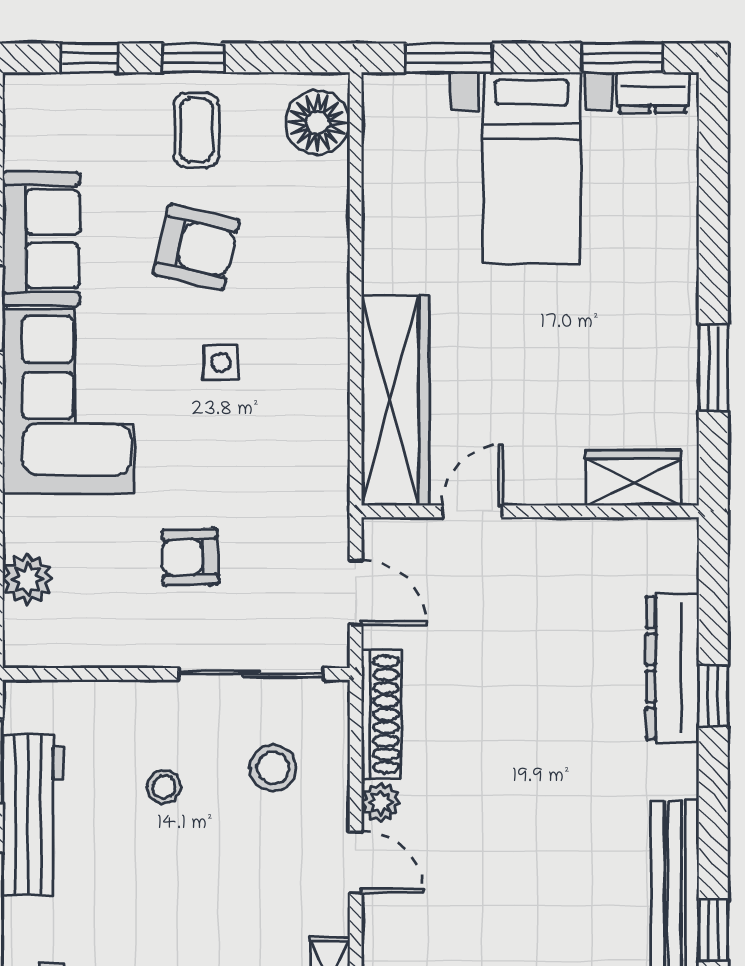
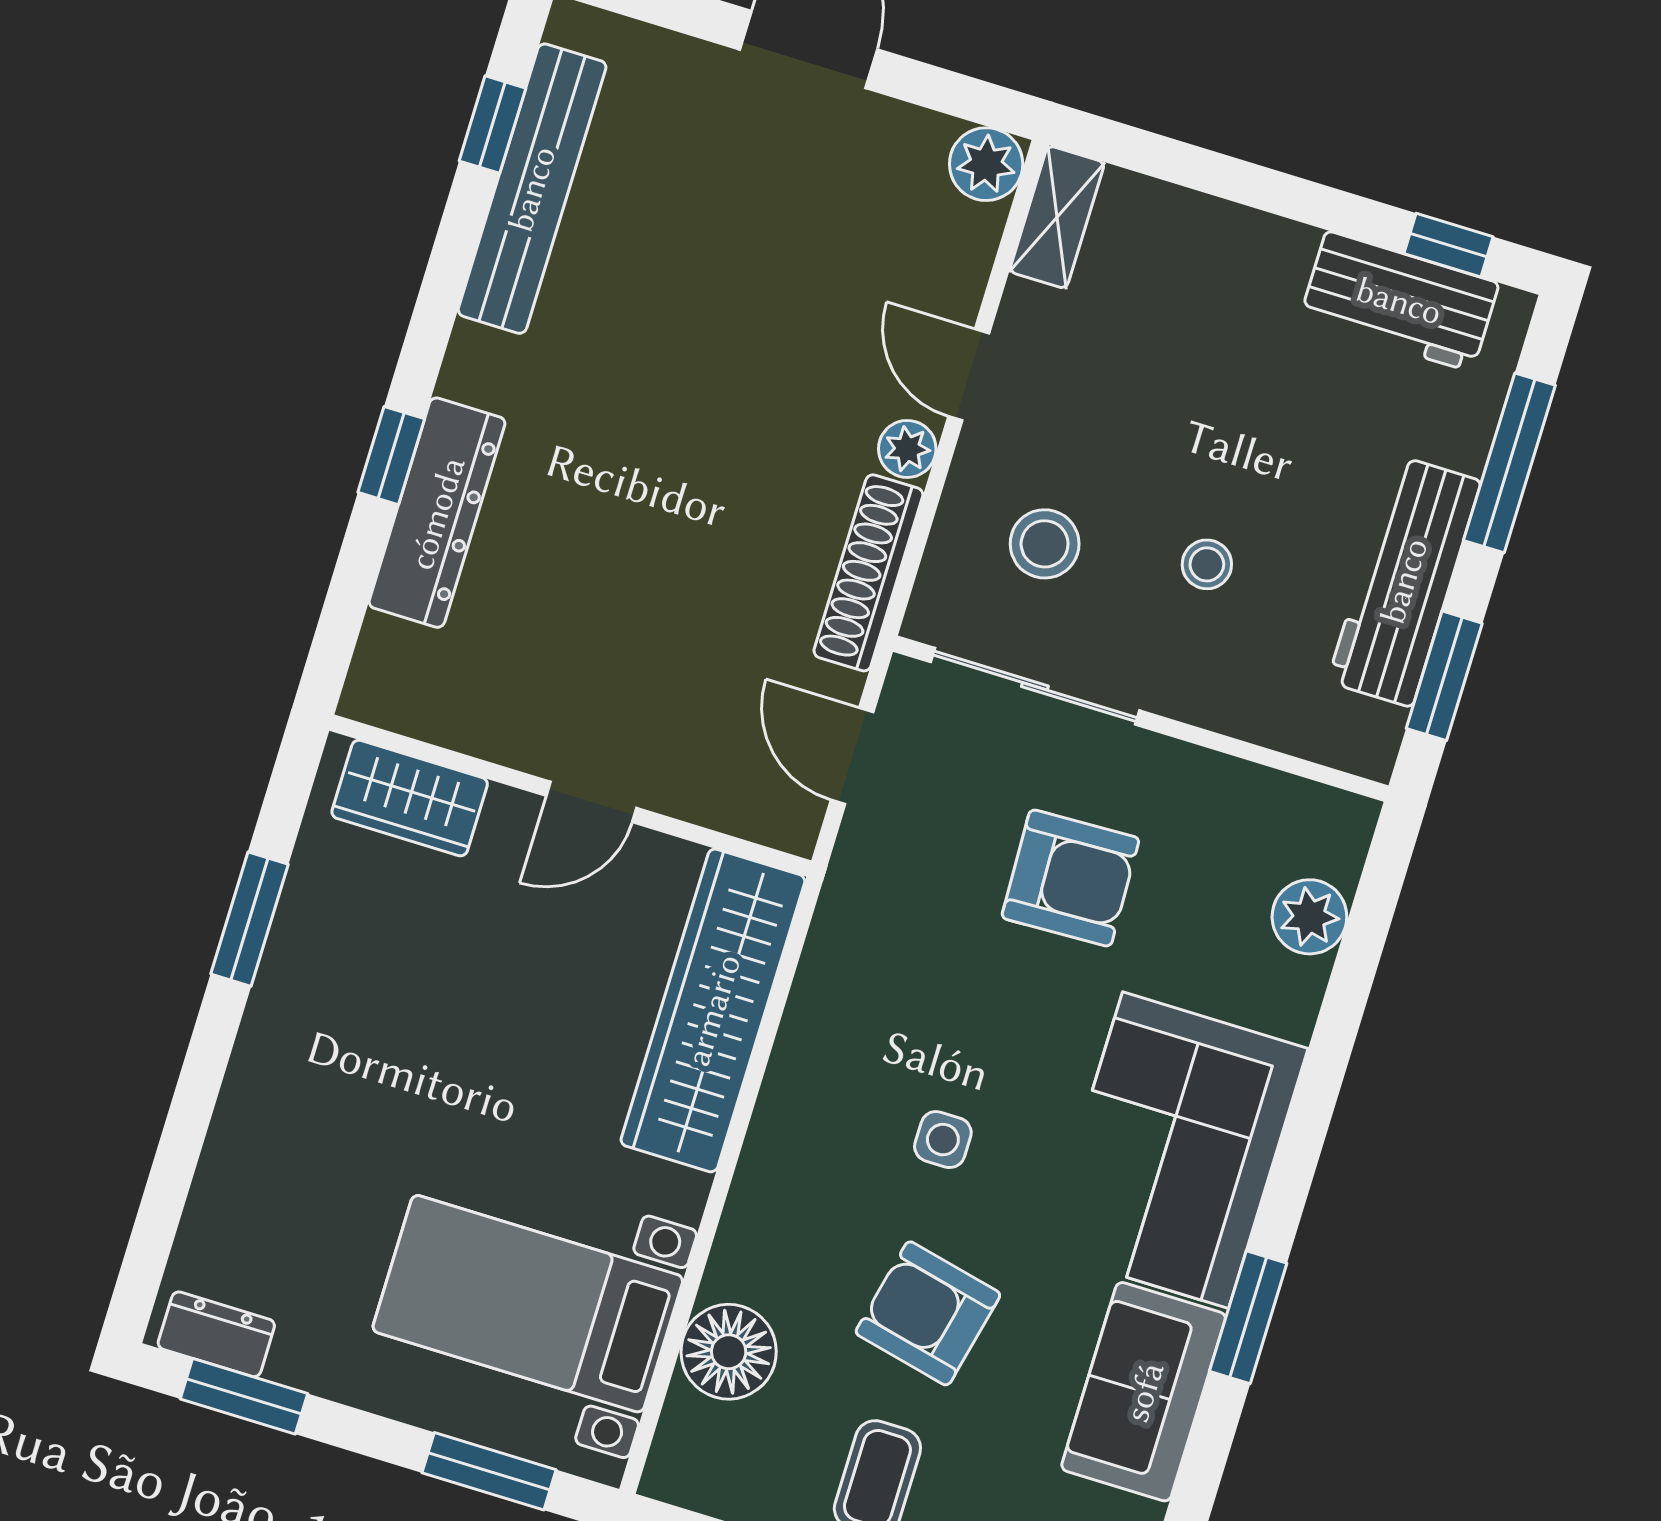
floor lamp: (318, 123) -> (729, 1352), moved
bed with nightstands: (532, 168) -> (528, 1304), moved, turned -90
door: (472, 511) -> (591, 802), moved
armchair: (190, 557) -> (1070, 878), width x1.38, depth x1.38

